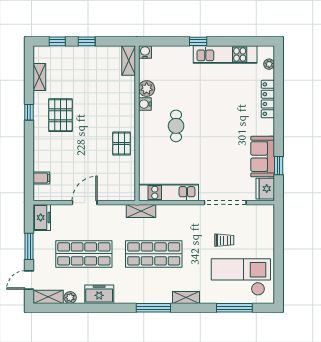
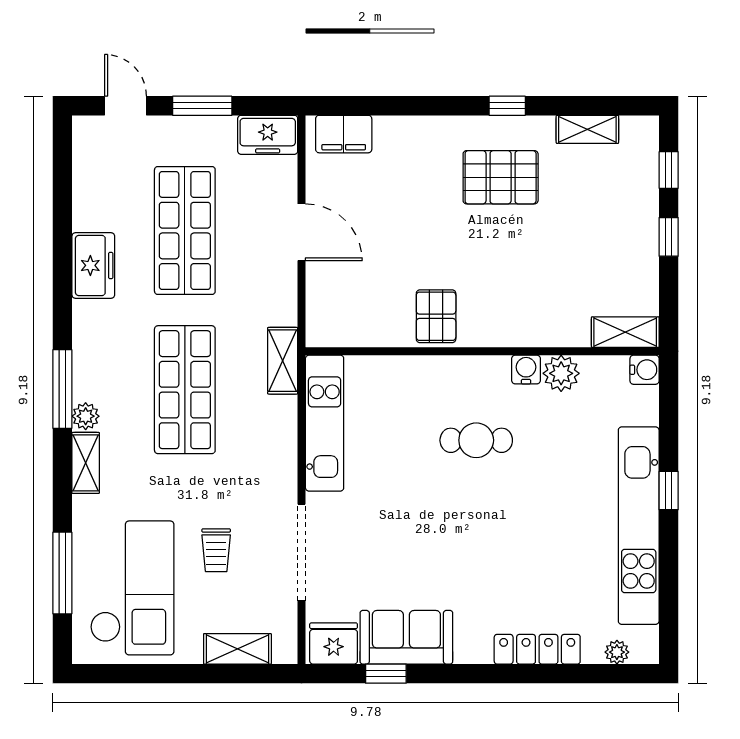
kitchen unit: (225, 55) -> (639, 526), width x1.36
pallet: (122, 144) -> (436, 316), turned 90
filing cabinet: (41, 178) -> (344, 134), width x2.00
shelving: (48, 297) -> (237, 649), moved, turned 90
plant: (70, 298) -> (86, 416), moved

